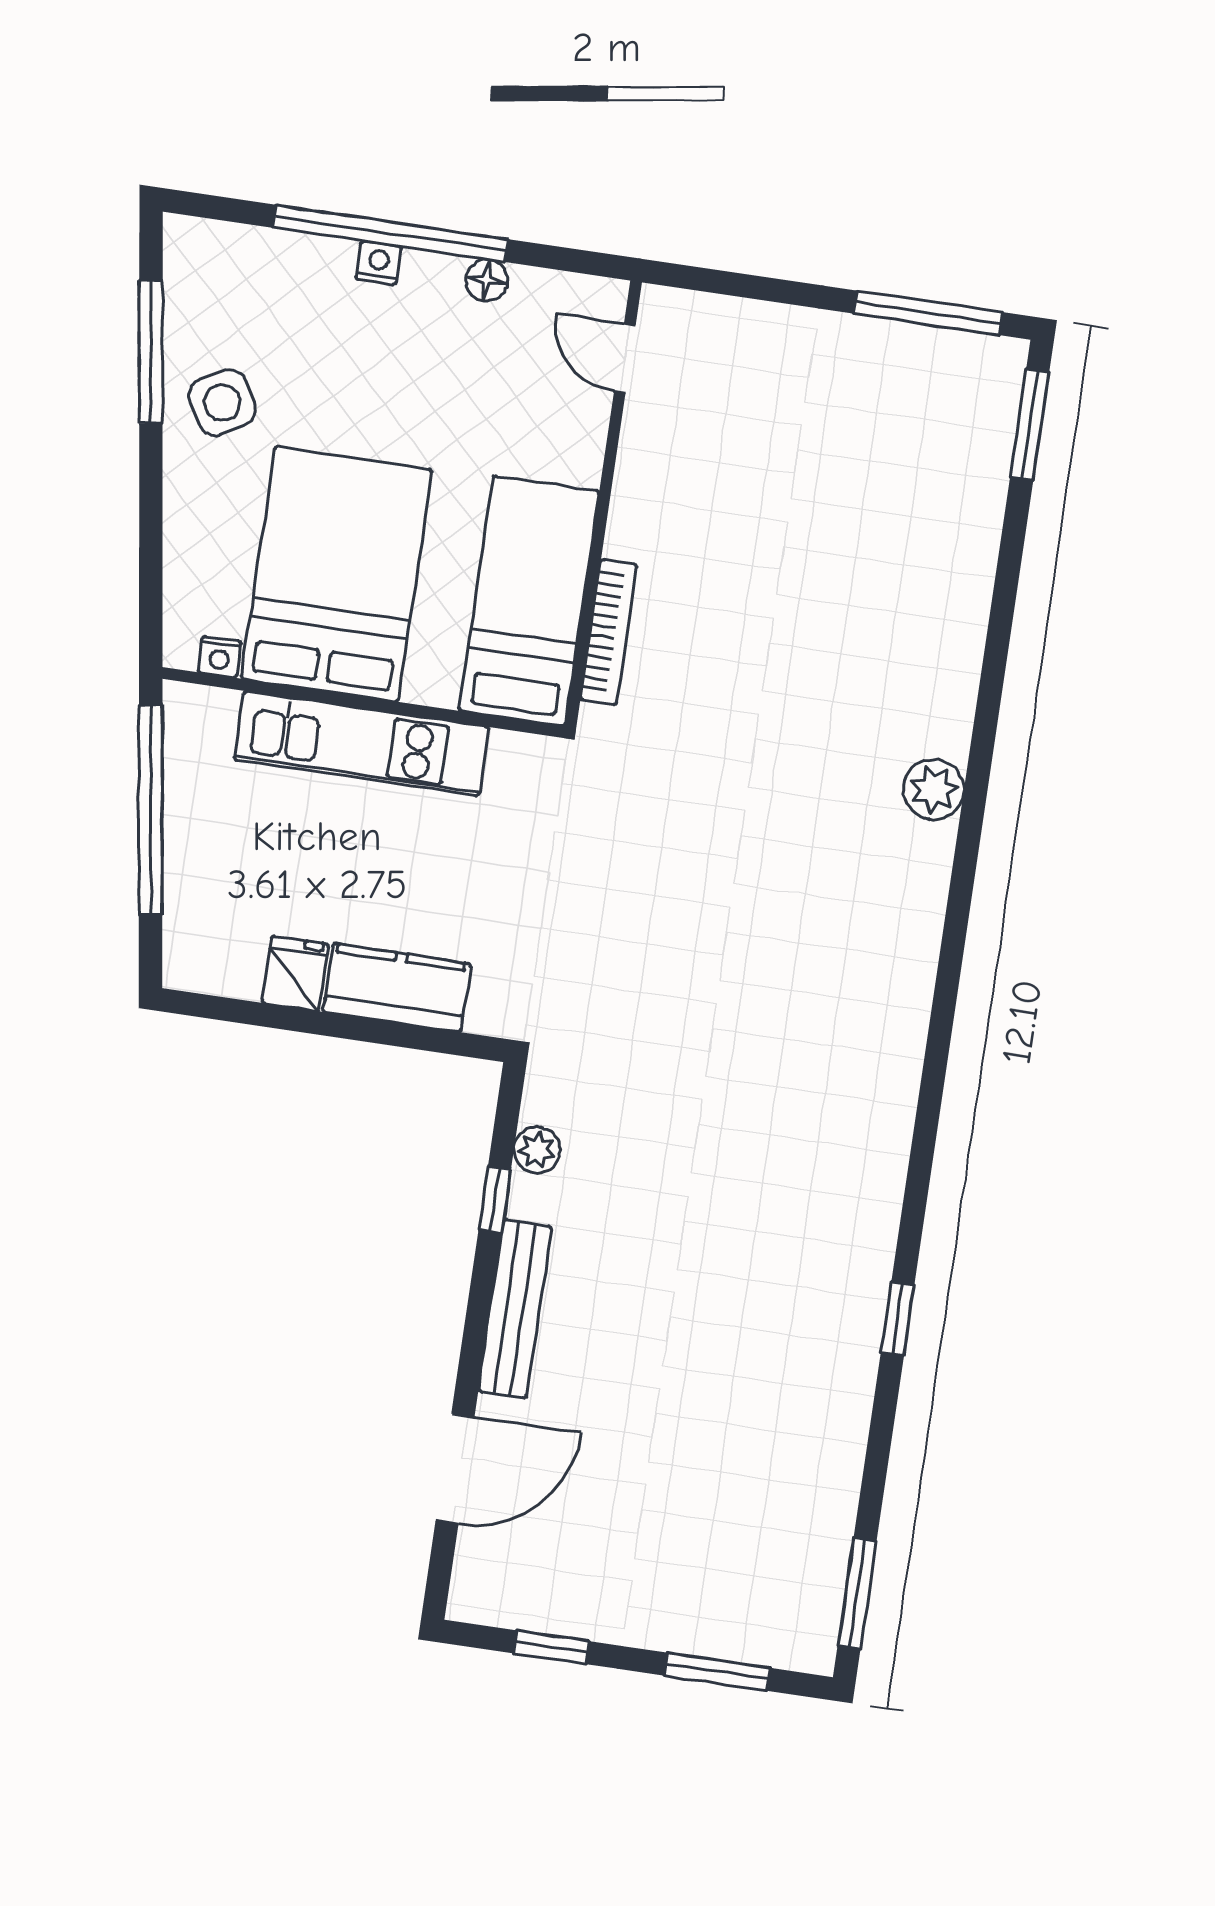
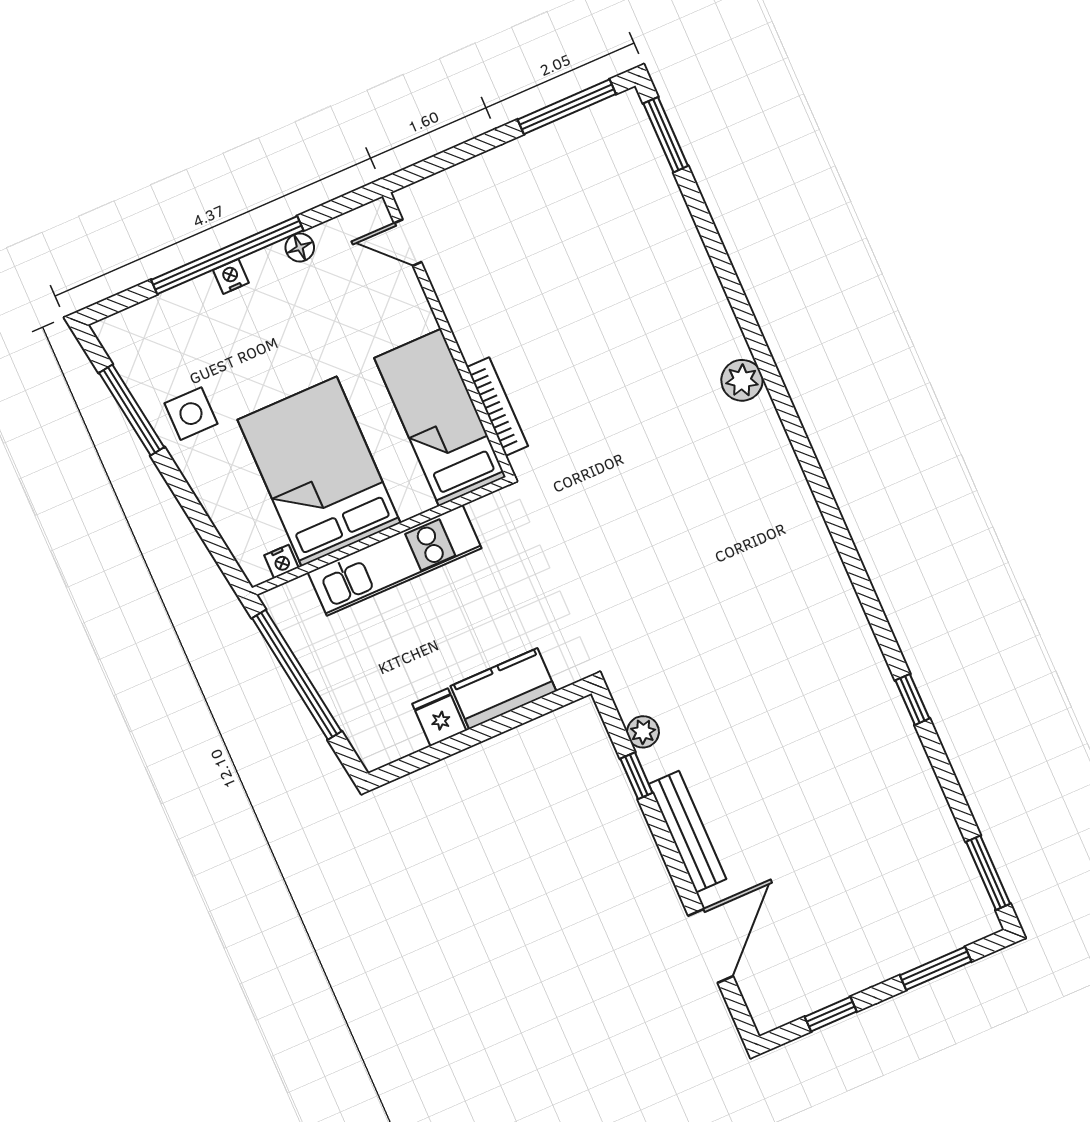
side table: (222, 402) -> (191, 414), turned 30

